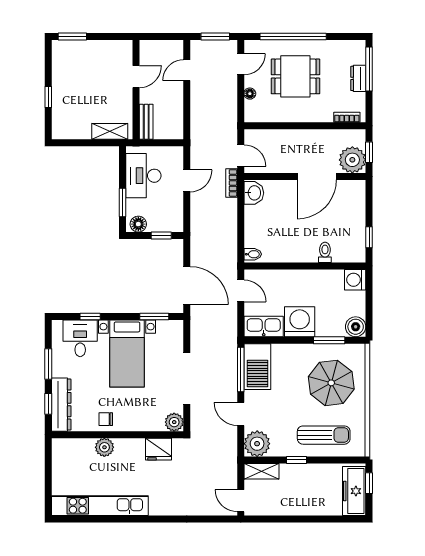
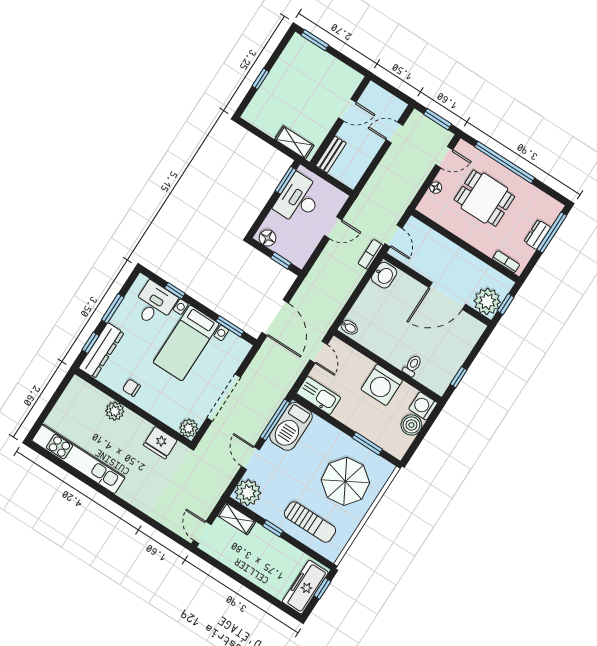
window: (123, 202) -> (286, 180), moved
washing machine: (300, 322) -> (382, 385), moved, turned 180
boiler: (356, 327) -> (411, 425), moved

